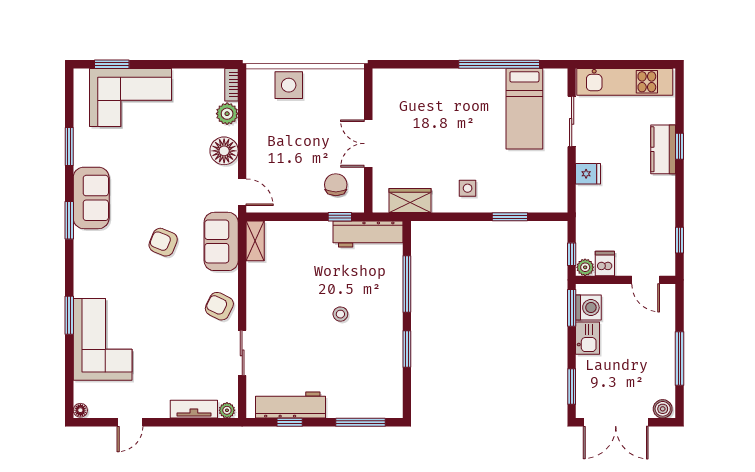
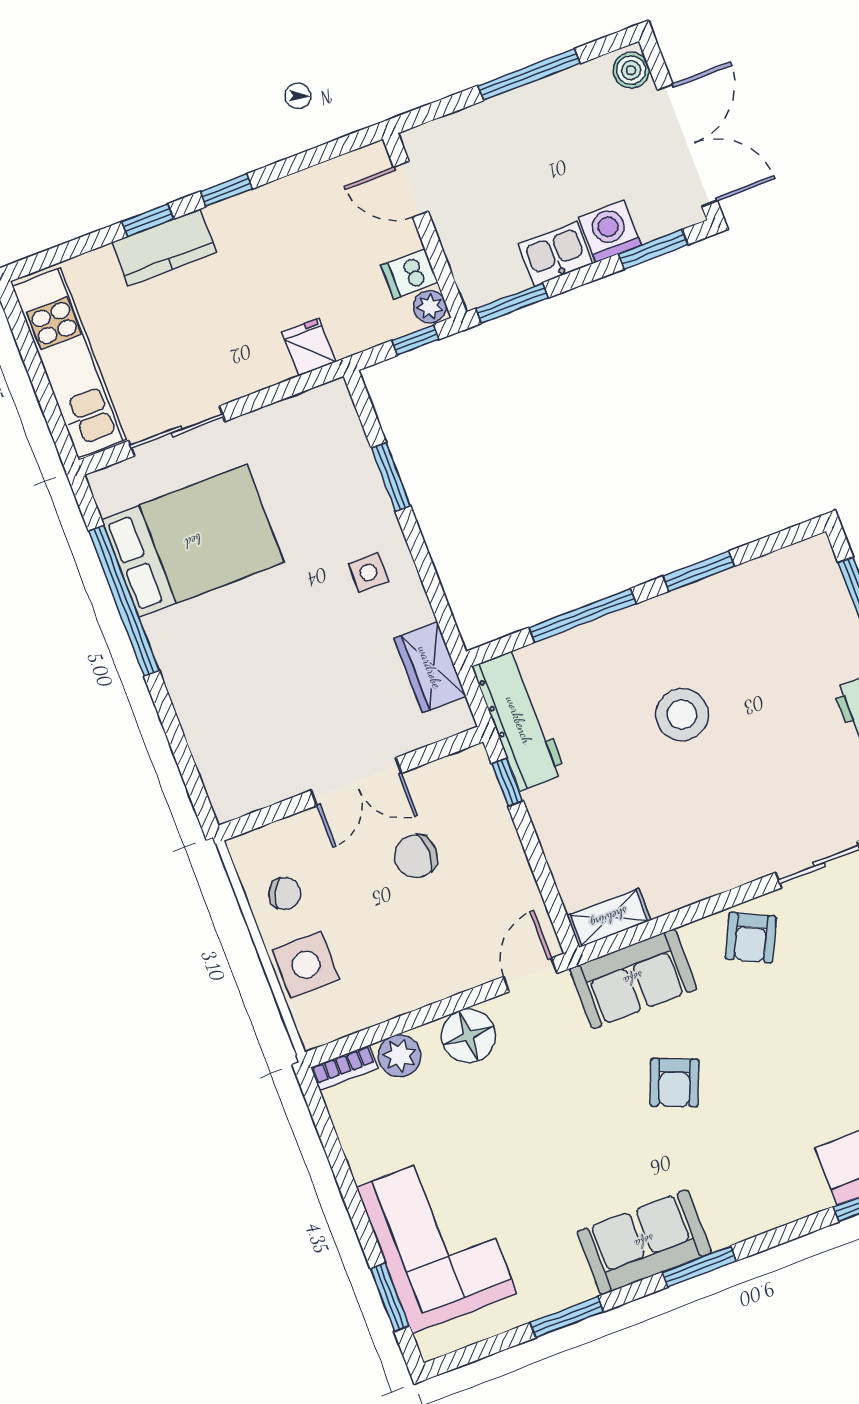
chair: (327, 88) -> (285, 893), added
bed: (524, 109) -> (193, 541), width x1.50
fridge: (588, 174) -> (309, 347), moved
chair: (336, 185) -> (416, 856), moved
window: (679, 240) -> (226, 190), moved
door: (646, 280) -> (411, 189), swing flipped
washing machine: (588, 308) -> (610, 231), moved
stool: (340, 314) -> (682, 715), width x1.89, depth x1.89

